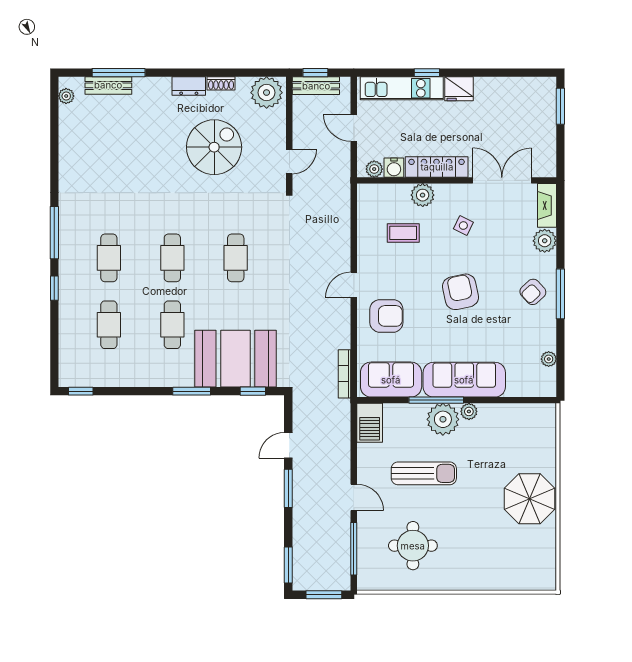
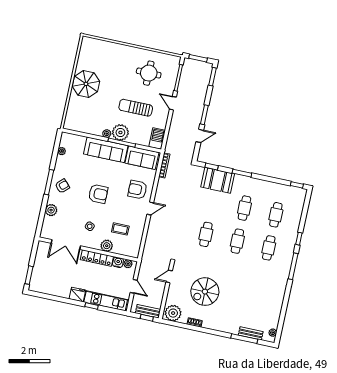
dresser: (189, 86) -> (211, 325), removed
fireplace: (547, 205) -> (46, 227), removed
armchair: (461, 292) -> (98, 194), turned -78
booth: (235, 359) -> (218, 180), width x0.73, depth x0.70

